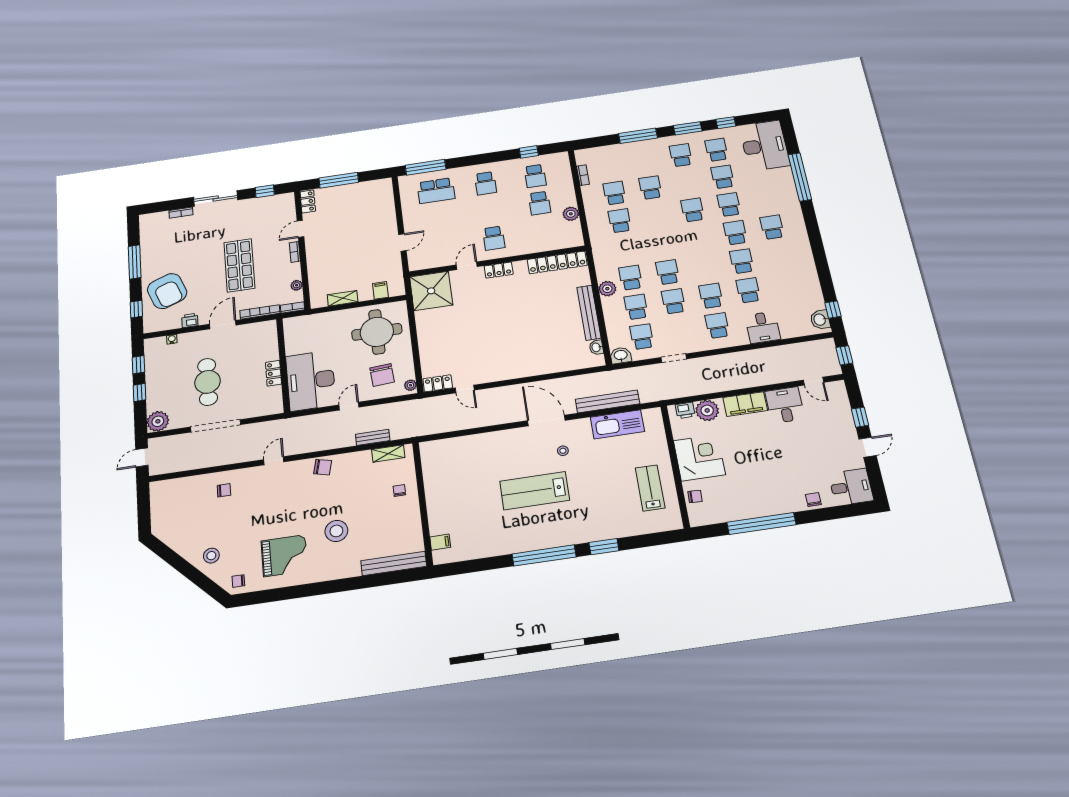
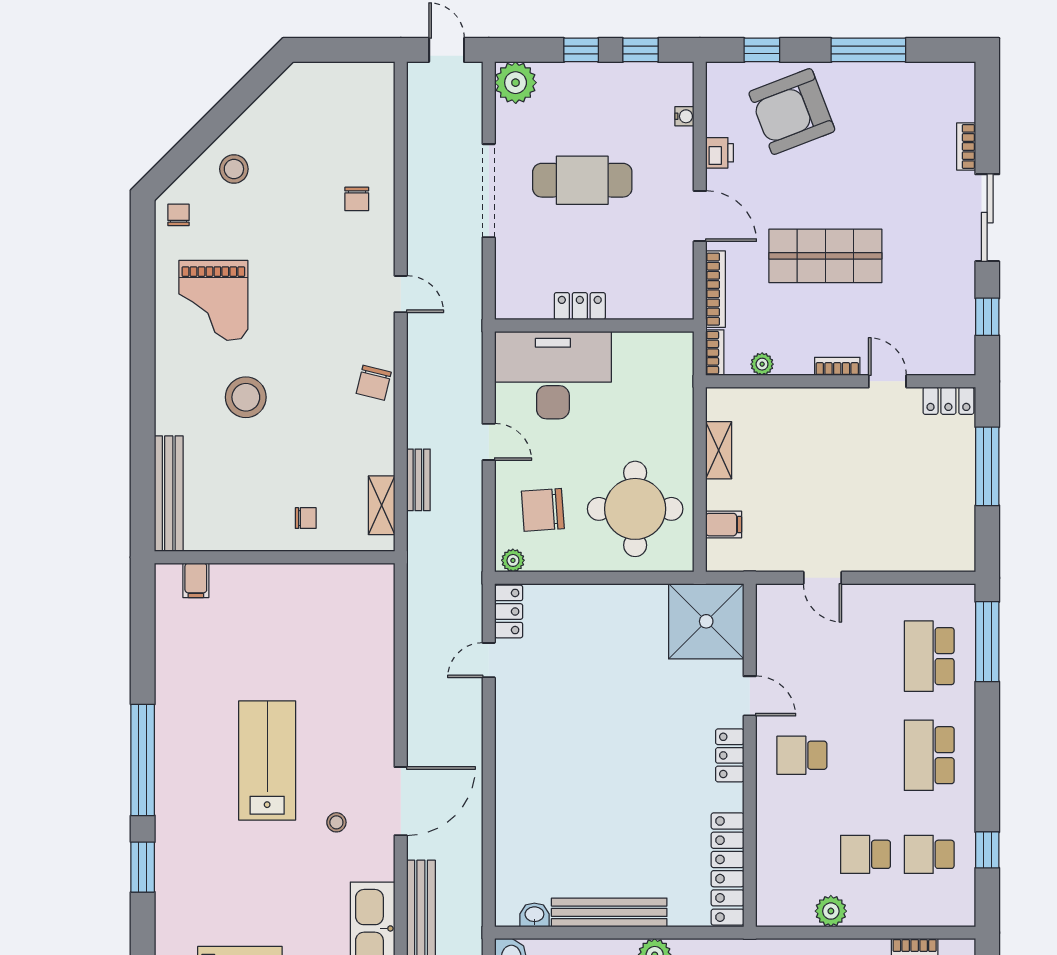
school desk: (486, 183) -> (929, 755), width x1.85

